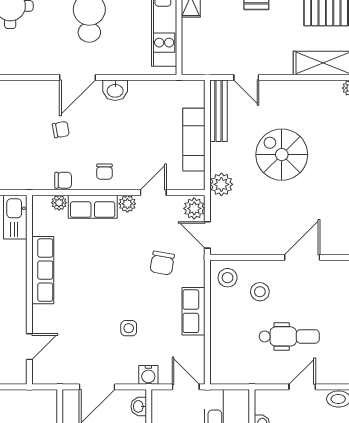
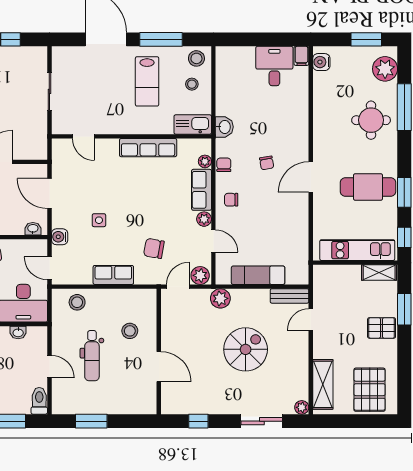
door: (77, 77) -> (311, 177), hinge flipped
washbasin: (115, 90) -> (224, 127), moved, turned 180
bench: (218, 111) -> (289, 296), width x0.73
chair: (63, 180) -> (224, 165), turned 180
stool: (228, 278) -> (77, 302), moved
door: (186, 387) -> (49, 268), swing flipped

